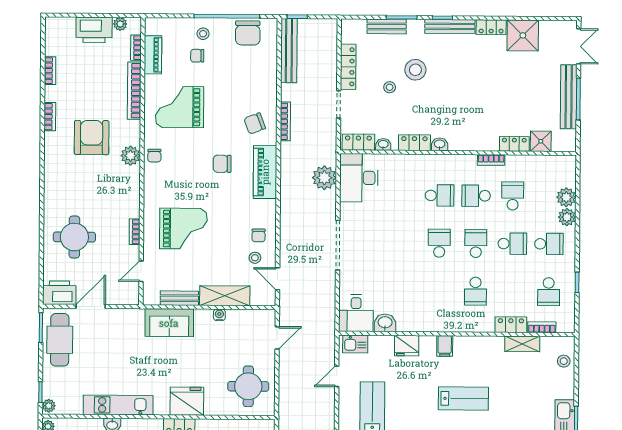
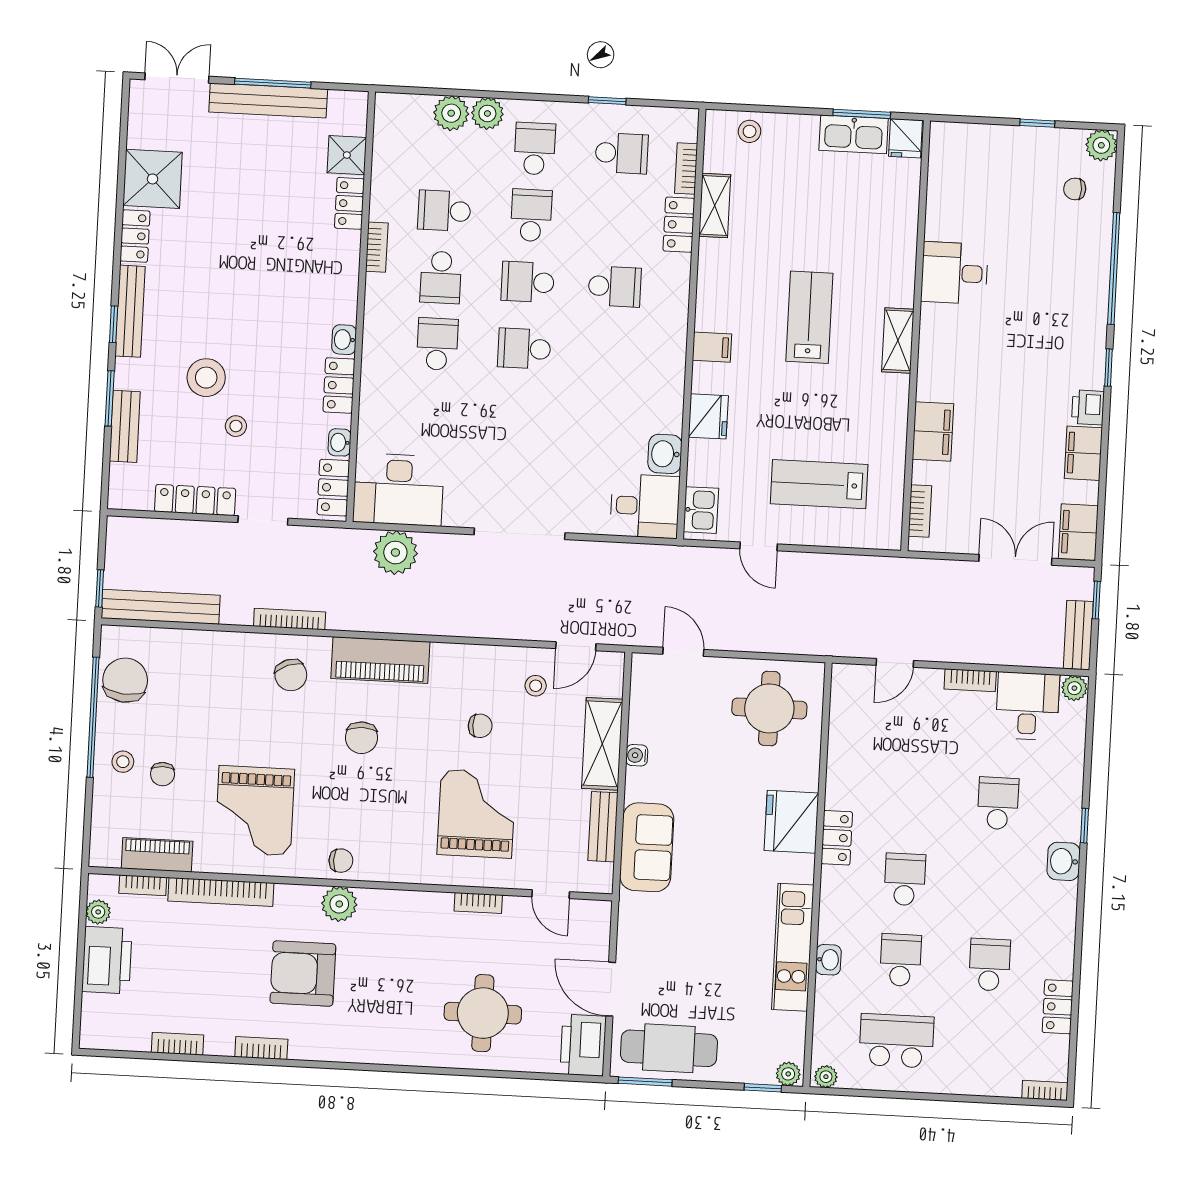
chair: (248, 33) -> (125, 680), turned -85
chair: (259, 235) -> (480, 726), moved

